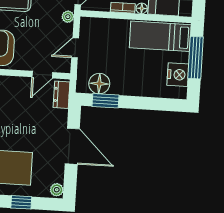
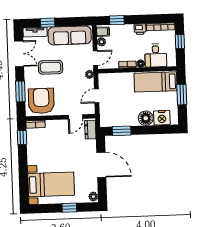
window: (196, 58) -> (182, 95), width x0.69
nightstand: (178, 75) -> (162, 118), moved, turned 90
floor lamp: (99, 84) -> (146, 118), moved

